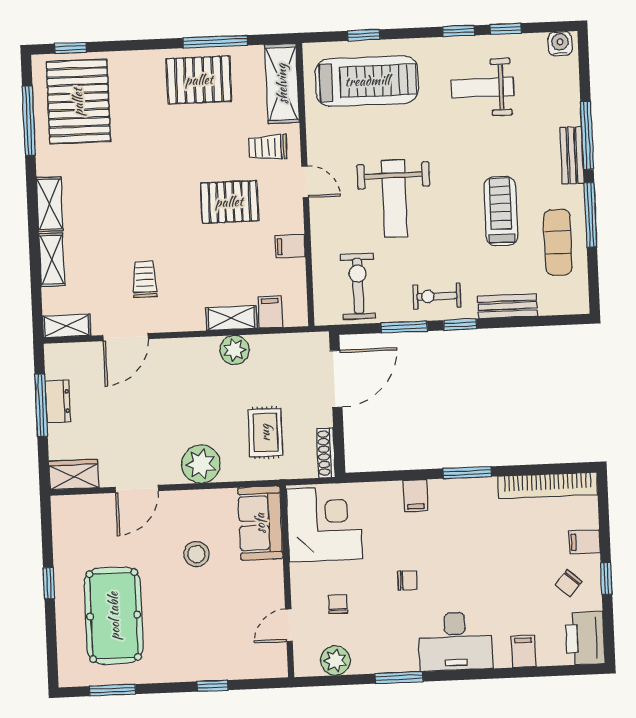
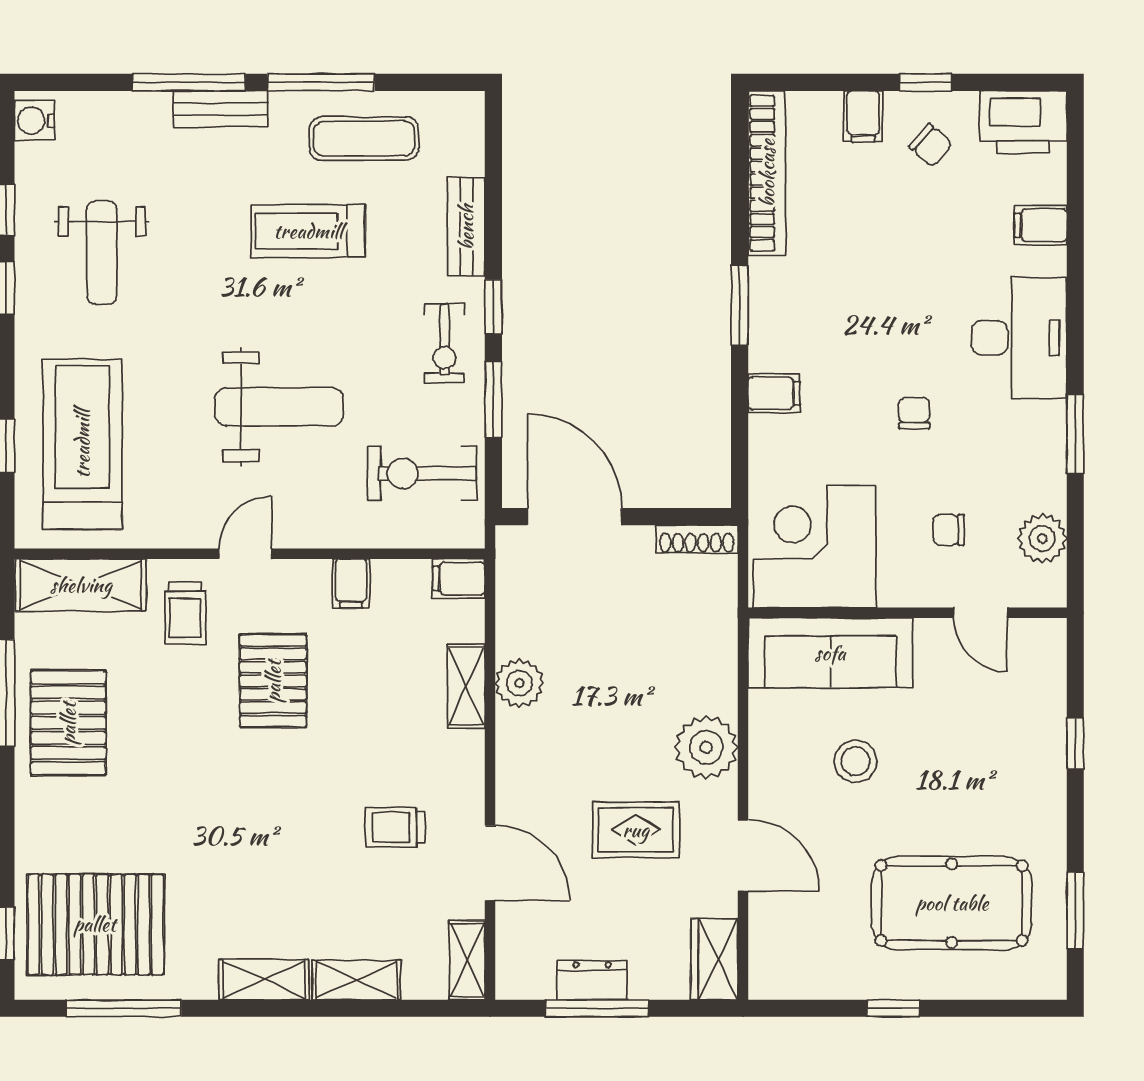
filing cabinet: (270, 312) -> (459, 578), moved
rug: (265, 433) -> (636, 830), moved
sofa: (260, 523) -> (830, 653), width x1.36

